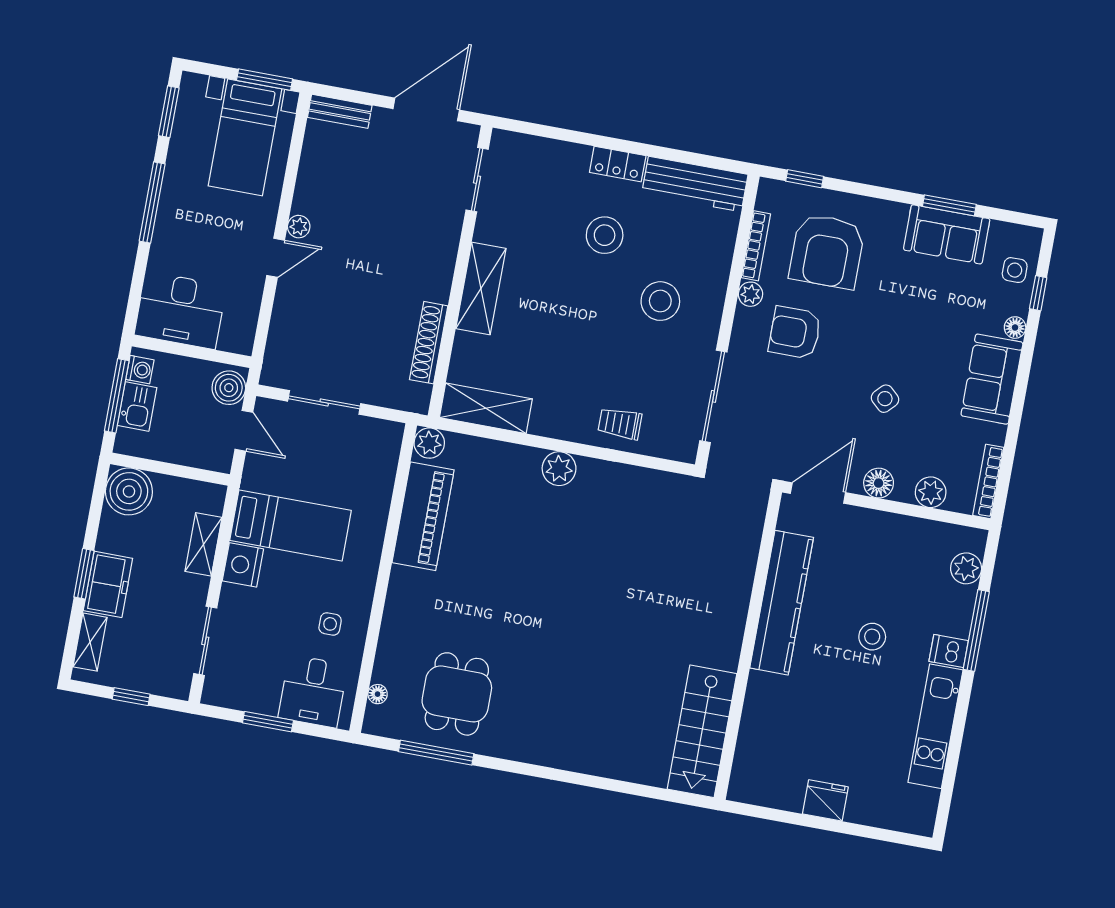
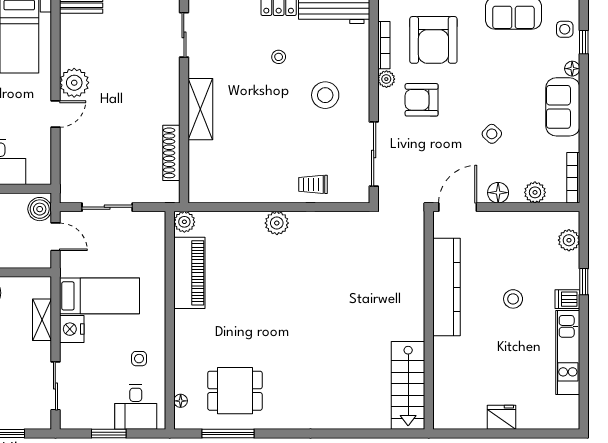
plant: (299, 227) -> (74, 83), width x1.88, depth x1.88
stool: (605, 235) -> (279, 57), width x0.53, depth x0.53
shelving: (486, 408) -> (219, 191), removed
window: (976, 630) -> (584, 282), width x0.46
dining table: (457, 694) -> (235, 391), turned 90

